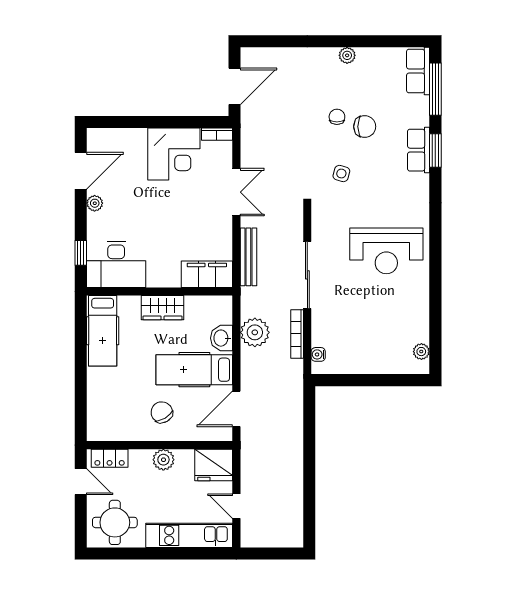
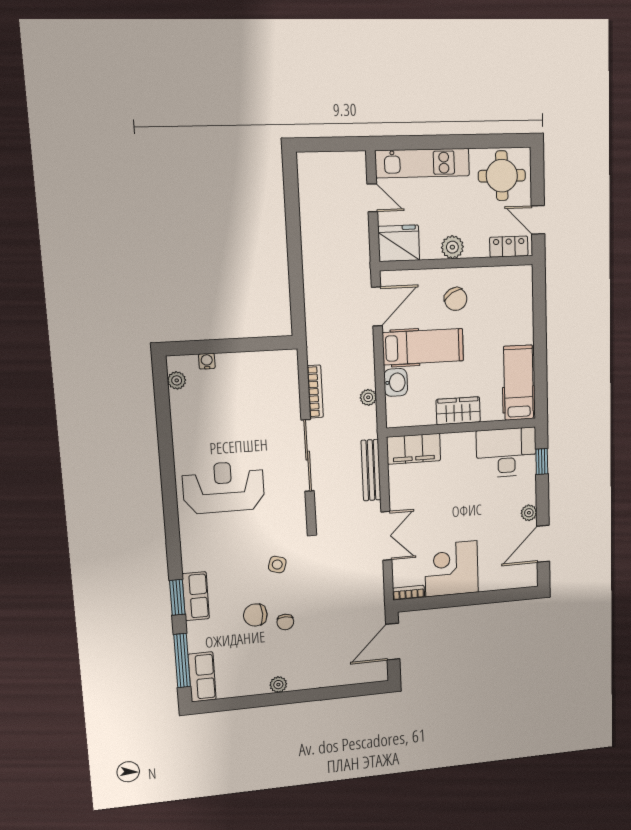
double door: (236, 192) -> (386, 536), swing flipped
plant: (255, 332) -> (368, 397), width x0.53, depth x0.53
water cooler: (318, 354) -> (207, 361), moved, turned -90

